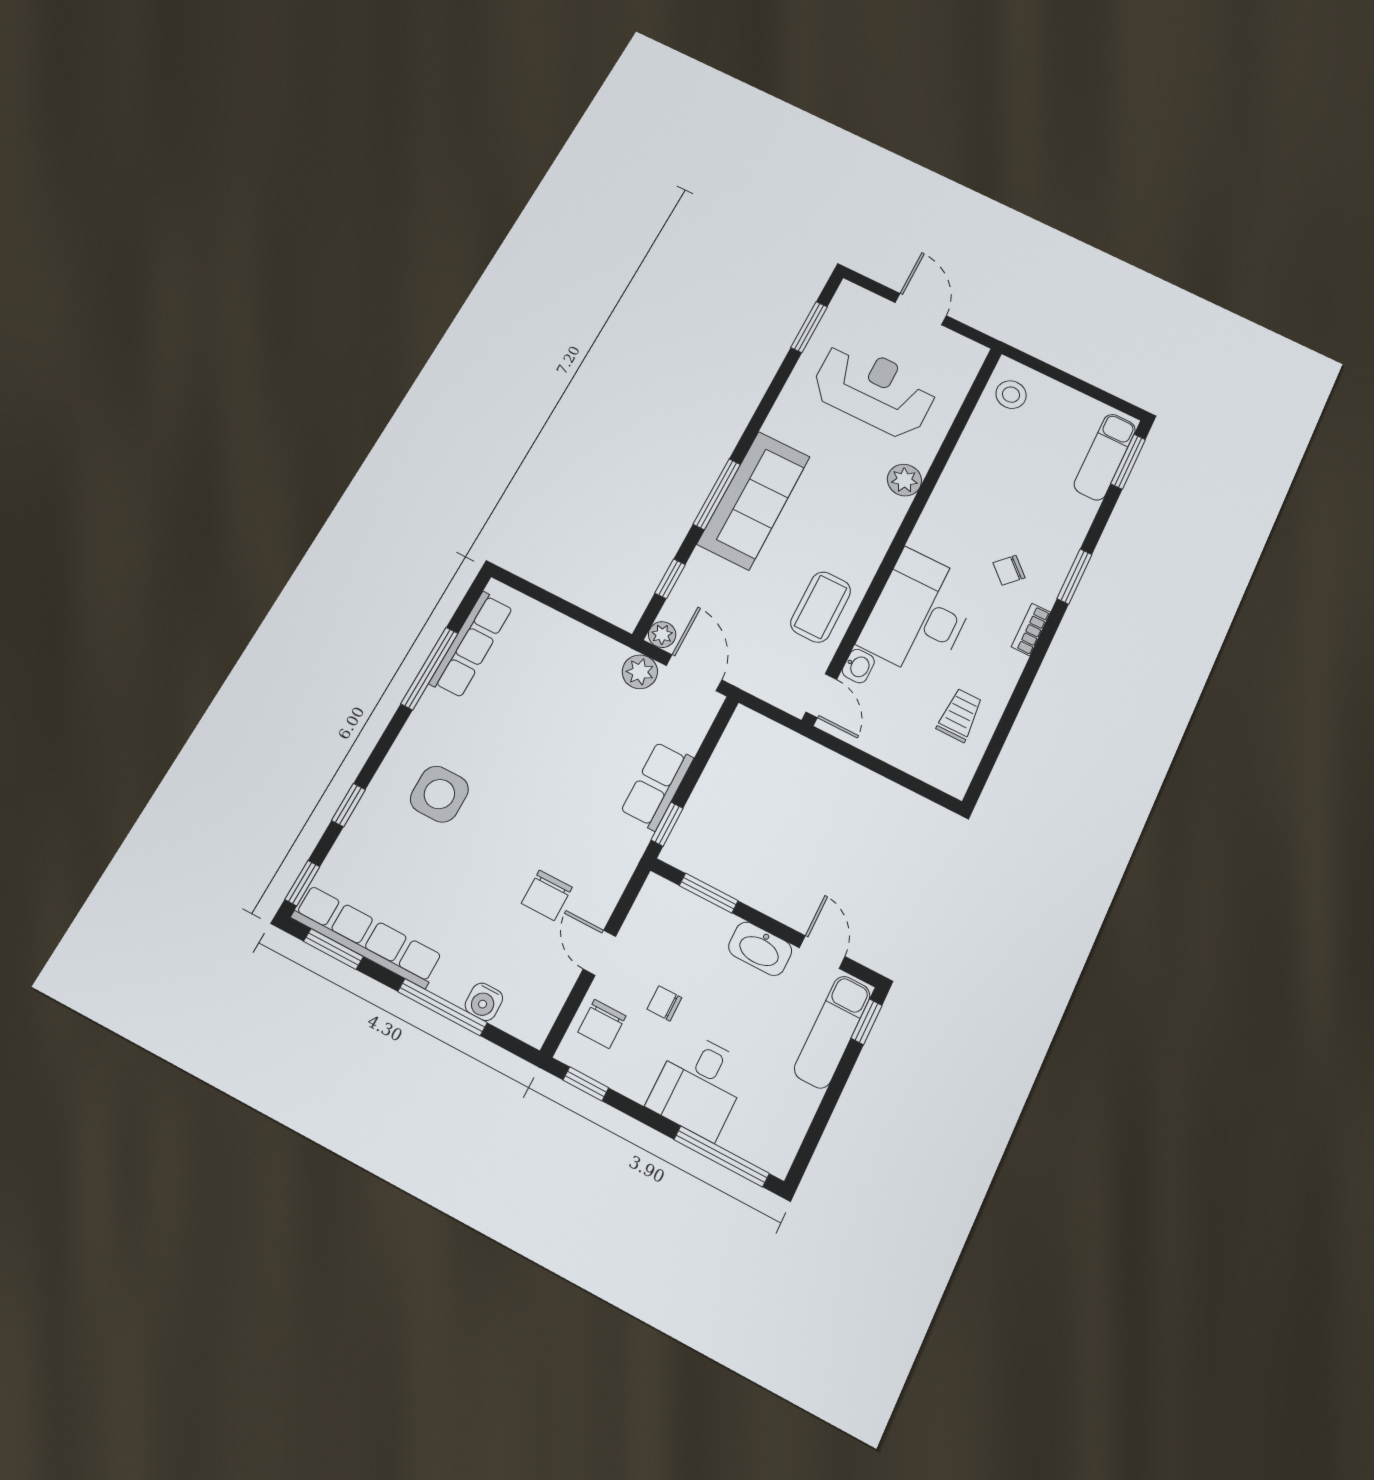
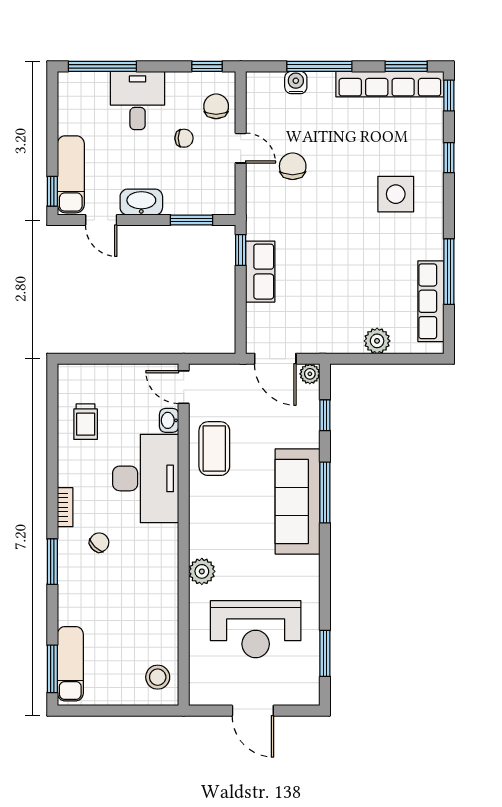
plant: (640, 672) -> (377, 341), moved

